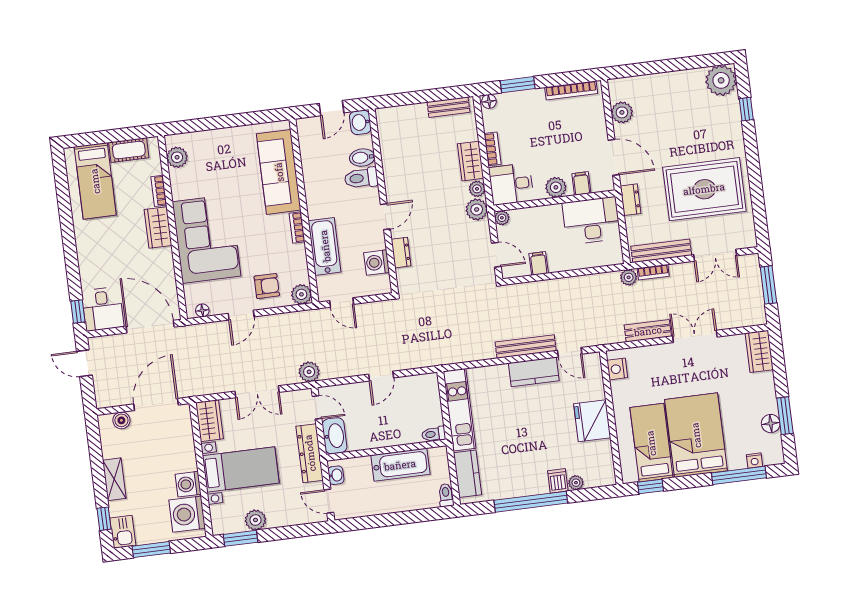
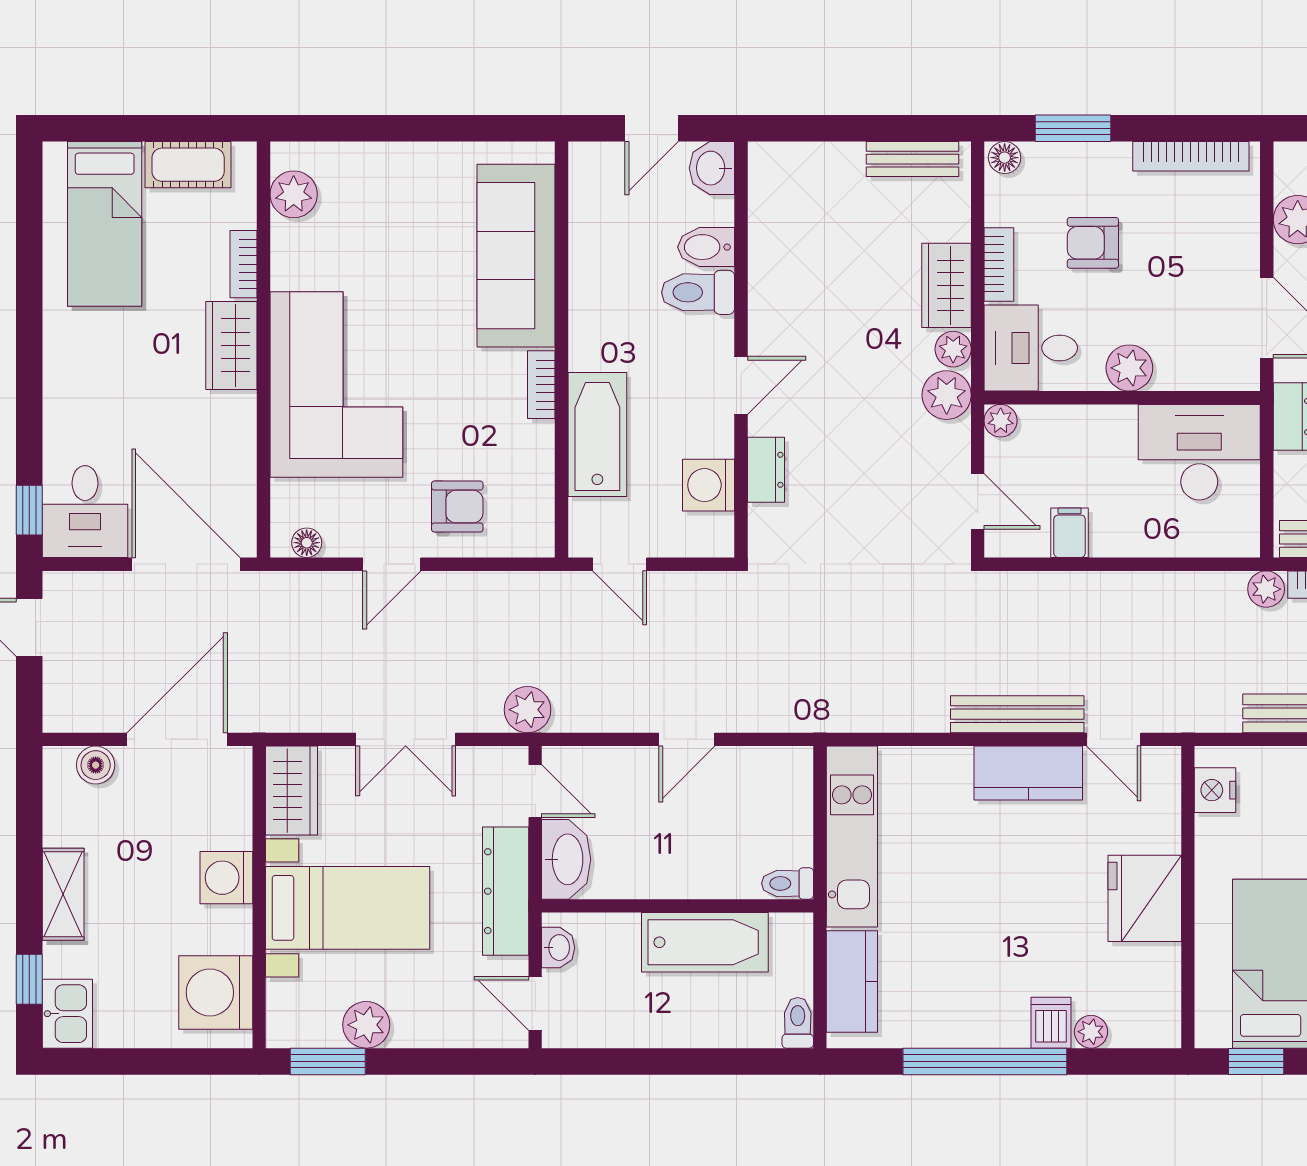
armchair: (533, 134) -> (1093, 243), added
filing cabinet: (581, 183) -> (1187, 366), removed
plant: (301, 294) -> (532, 535), removed
washing machine: (188, 484) -> (226, 878), moved
window: (151, 550) -> (126, 1061), removed

